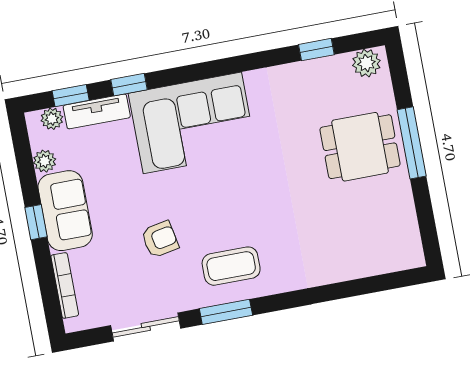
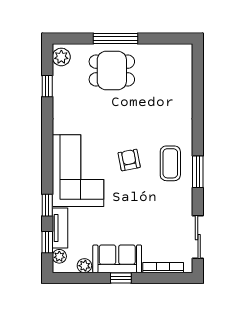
dining table: (360, 147) -> (112, 70), turned 90
armchair: (160, 239) -> (129, 160), moved
sliding door: (146, 327) -> (198, 237), moved

